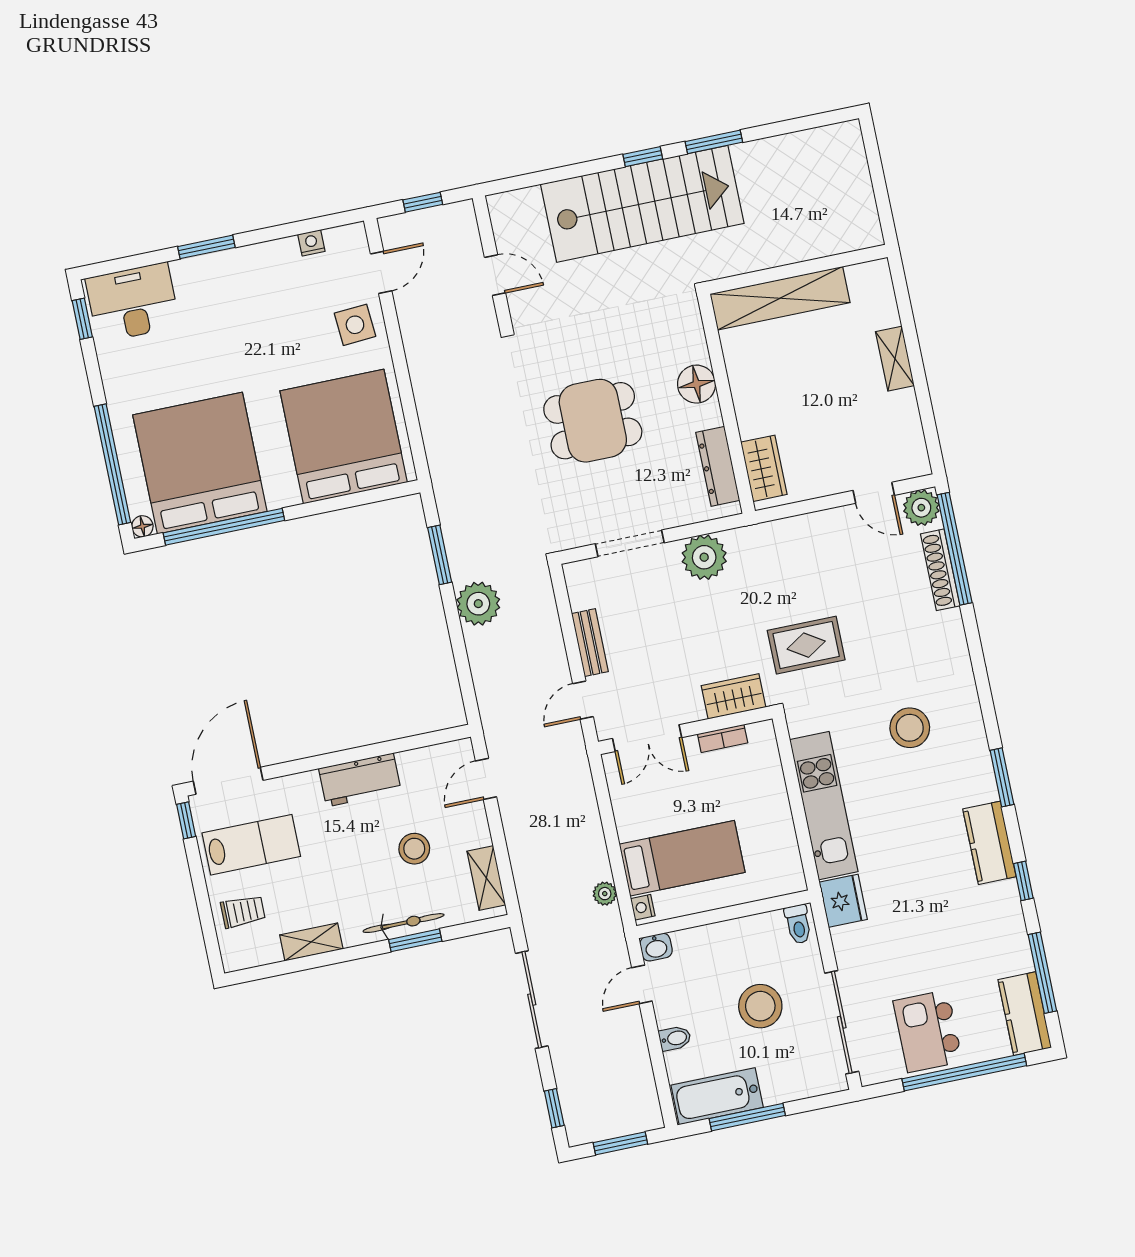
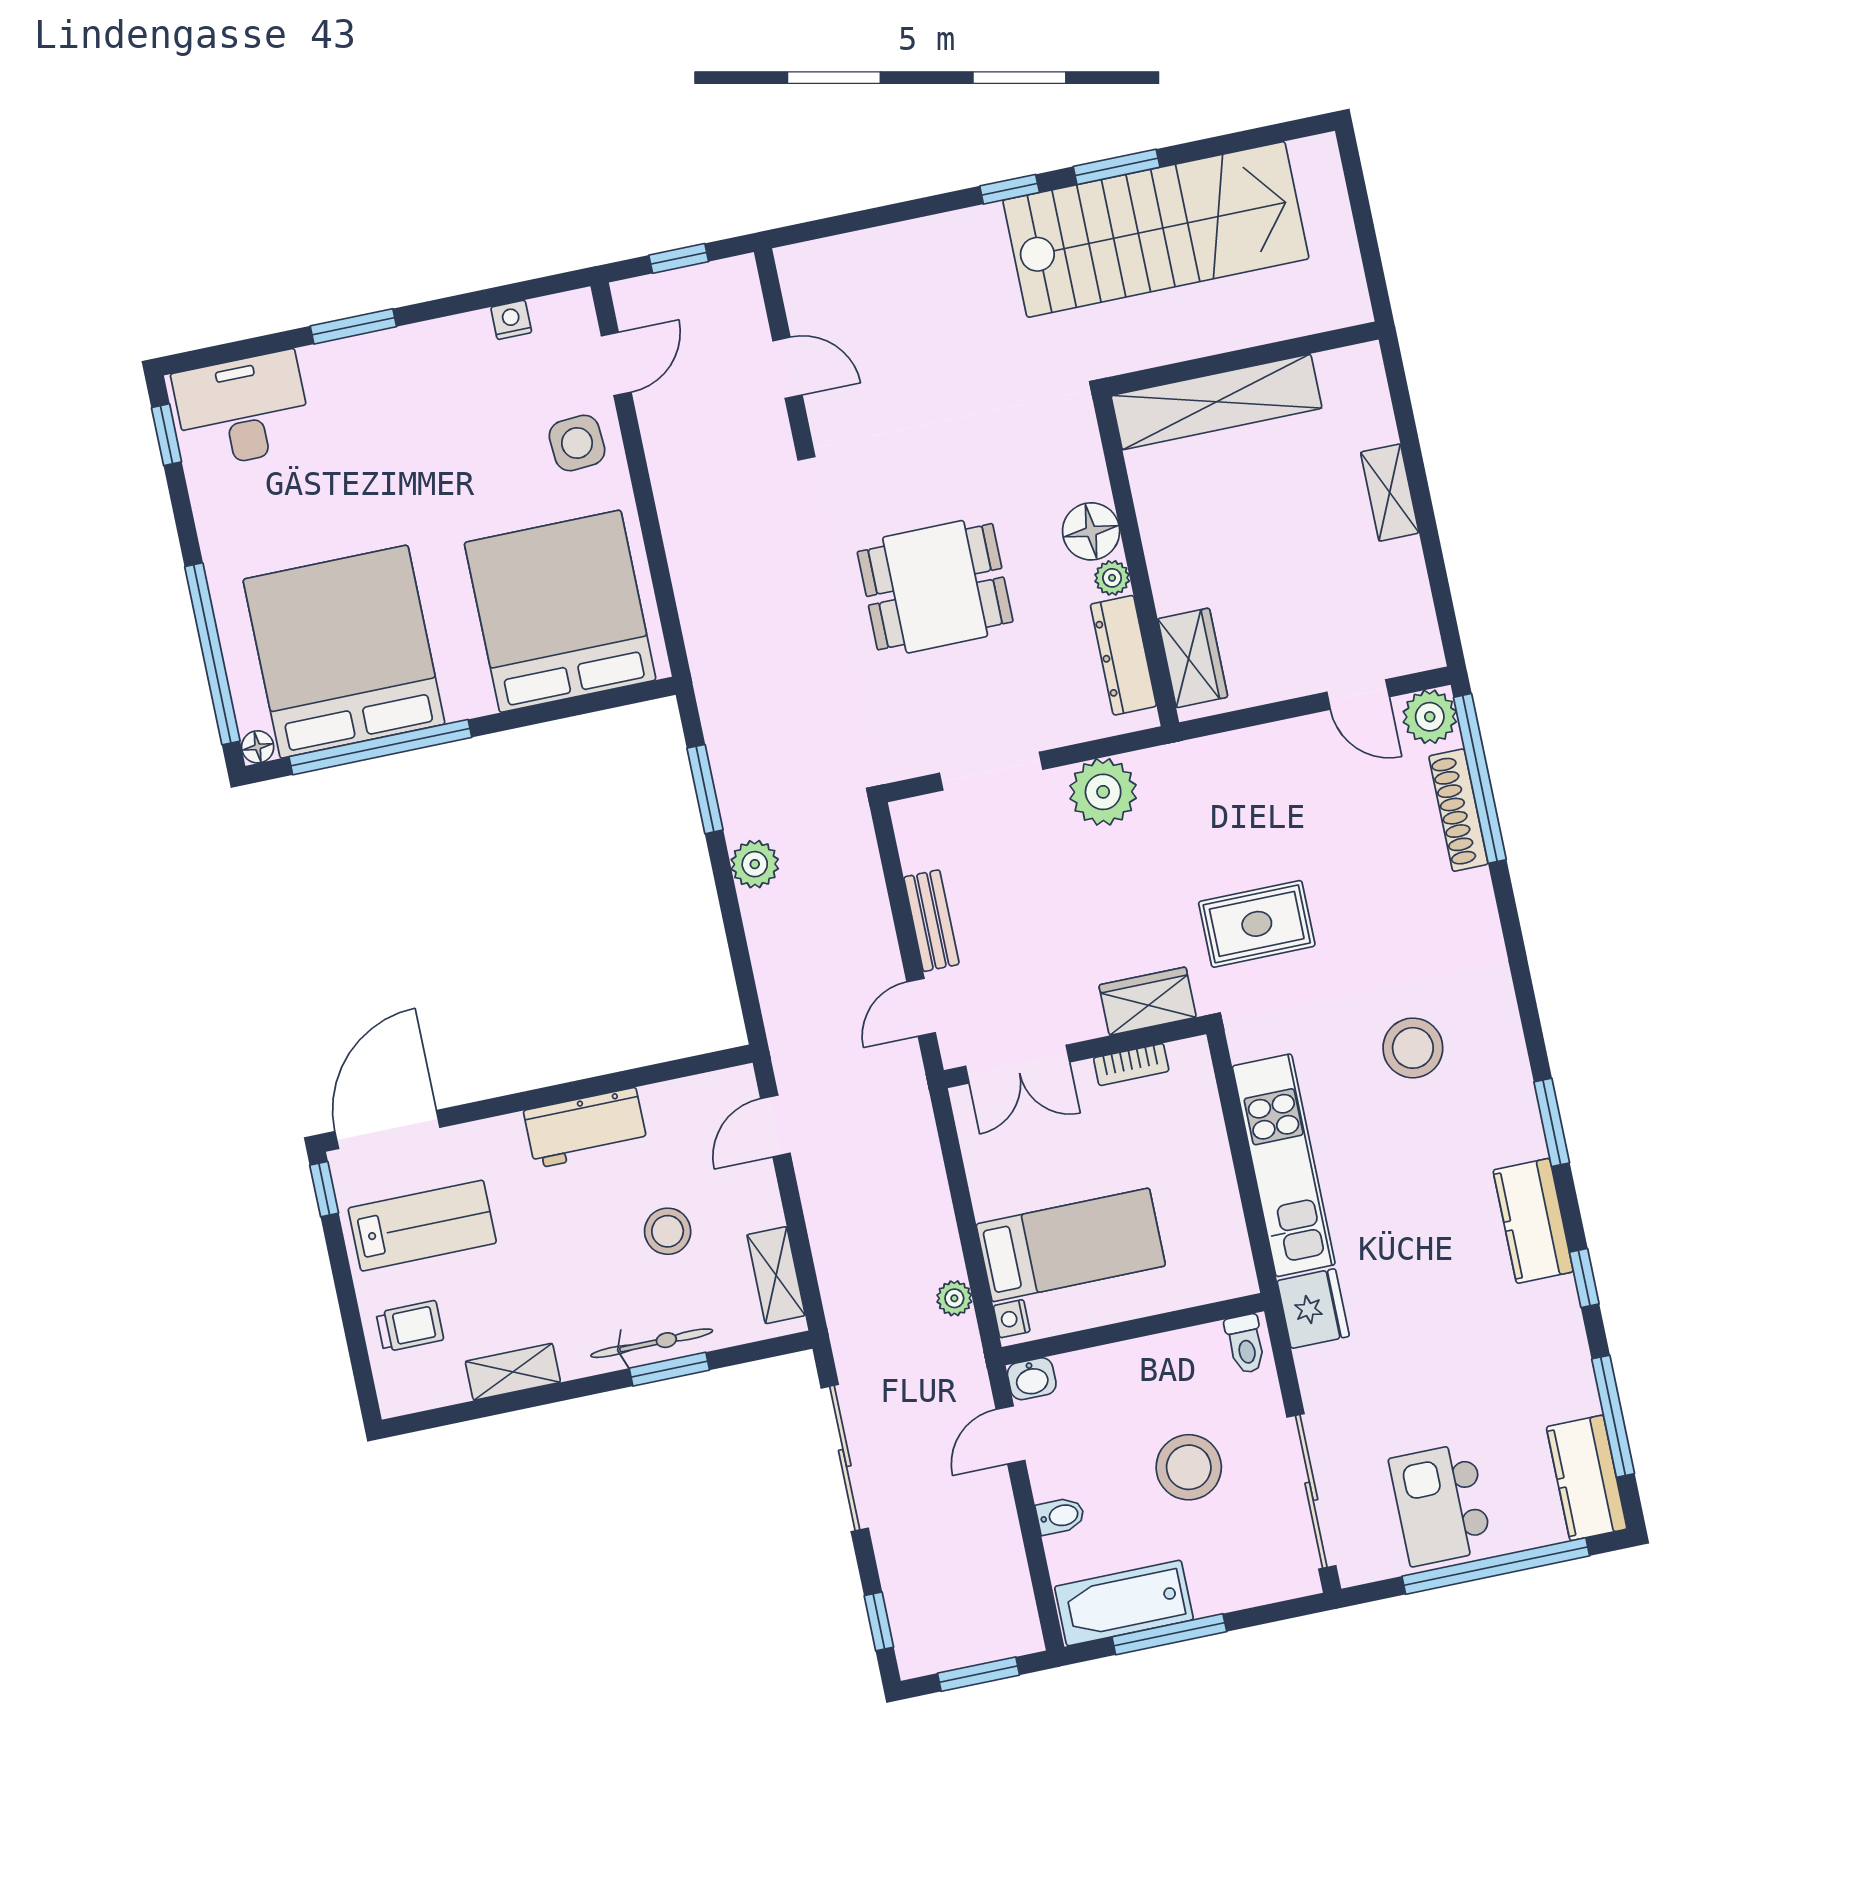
stairs: (642, 204) -> (1156, 229), moved
plant: (710, 415) -> (1112, 578), added
plant: (478, 604) -> (755, 864), width x0.73, depth x0.73

